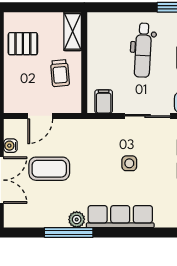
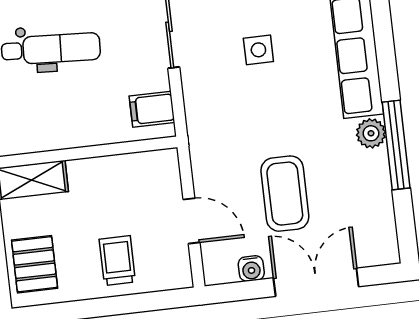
pallet: (23, 44) -> (35, 264), moved
trolley: (60, 73) -> (117, 261), moved, turned -85

